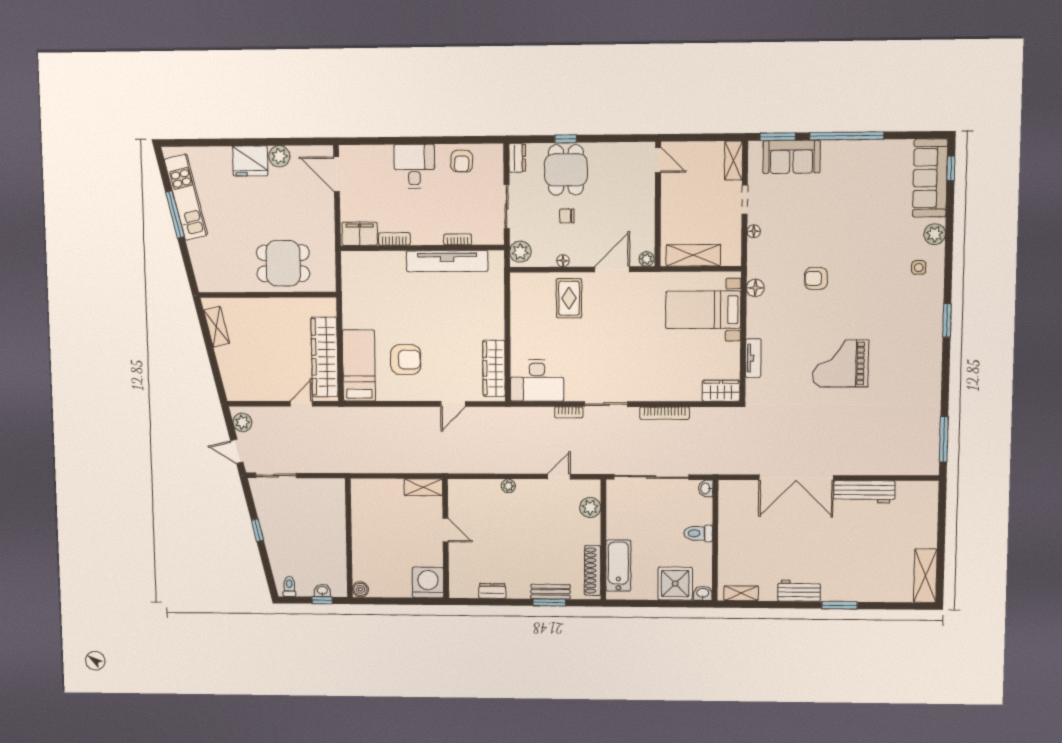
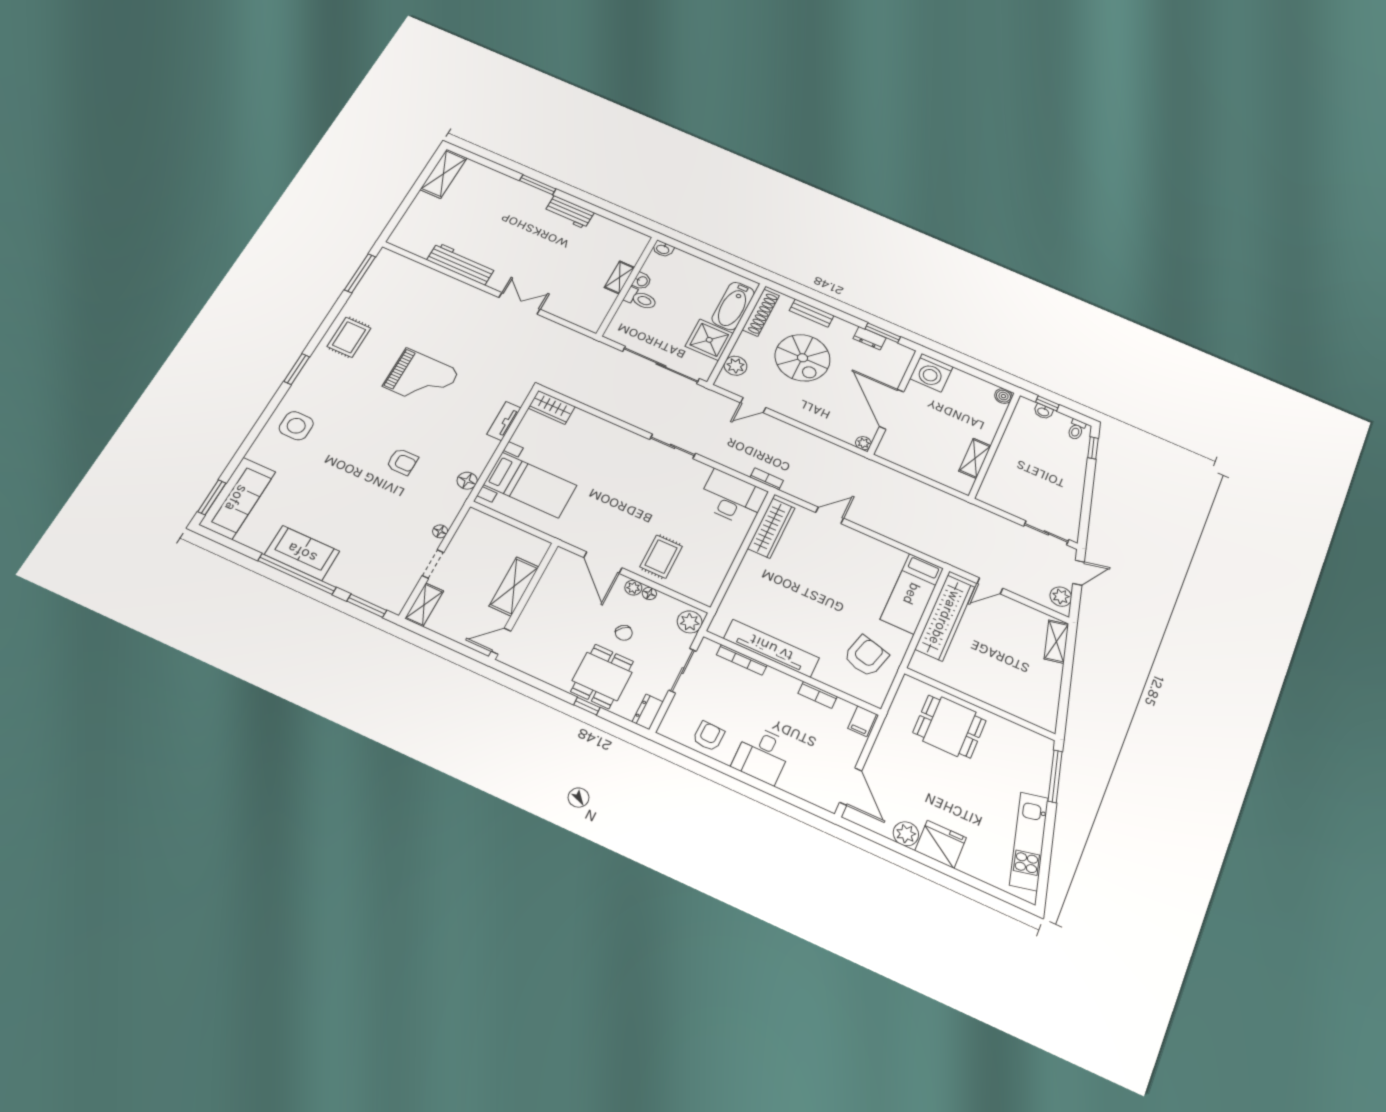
sofa: (792, 157) -> (302, 553), moved
door: (658, 160) -> (501, 641), hinge flipped
window: (951, 168) -> (212, 497), width x1.50
window: (175, 214) -> (1055, 776), moved
chair: (567, 216) -> (624, 633), turned 47
filing cabinet: (360, 234) -> (862, 721), width x0.50
plant: (935, 234) -> (263, 447), removed
bookcase: (458, 239) -> (742, 660), width x1.56
shelving: (693, 255) -> (514, 586), moved, turned 90
plant: (646, 259) -> (633, 588), moved
side table: (919, 267) -> (296, 426), width x1.87, depth x1.87
door: (612, 269) -> (603, 563), hinge flipped
shelving: (217, 327) -> (1056, 642), moved
armchair: (406, 360) -> (866, 656), moved, turned 105
rug: (920, 372) -> (349, 337), added
bookcase: (569, 412) -> (767, 479), moved
bookcase: (665, 413) -> (618, 413), removed
door: (237, 451) -> (1079, 573), hinge flipped
double door: (796, 478) -> (520, 303), width x0.54
plant: (508, 486) -> (863, 443), moved
shelving: (423, 487) -> (975, 458), moved, turned 90
washbasin: (706, 488) -> (642, 281), moved
window: (257, 530) -> (1093, 448), moved
door: (446, 530) -> (892, 409), width x1.88
spiral stairs: (539, 543) -> (802, 358), added
shower: (675, 584) -> (709, 340), moved
shelving: (741, 593) -> (619, 278), moved, turned 90
window: (549, 602) -> (883, 333), moved

